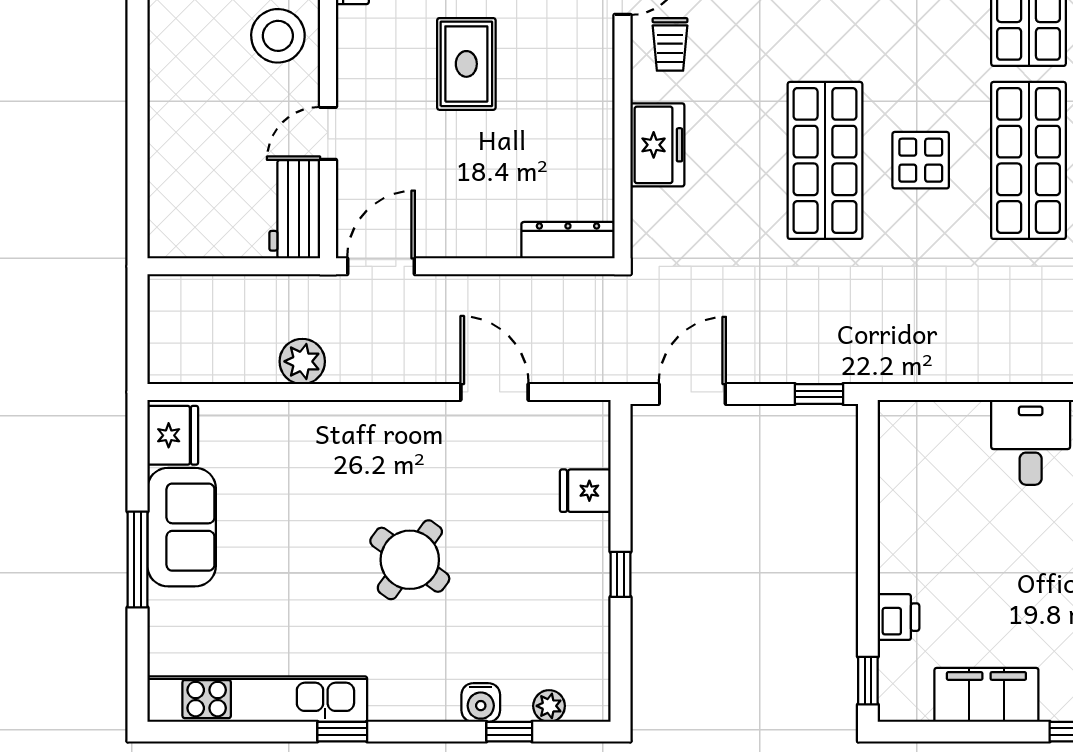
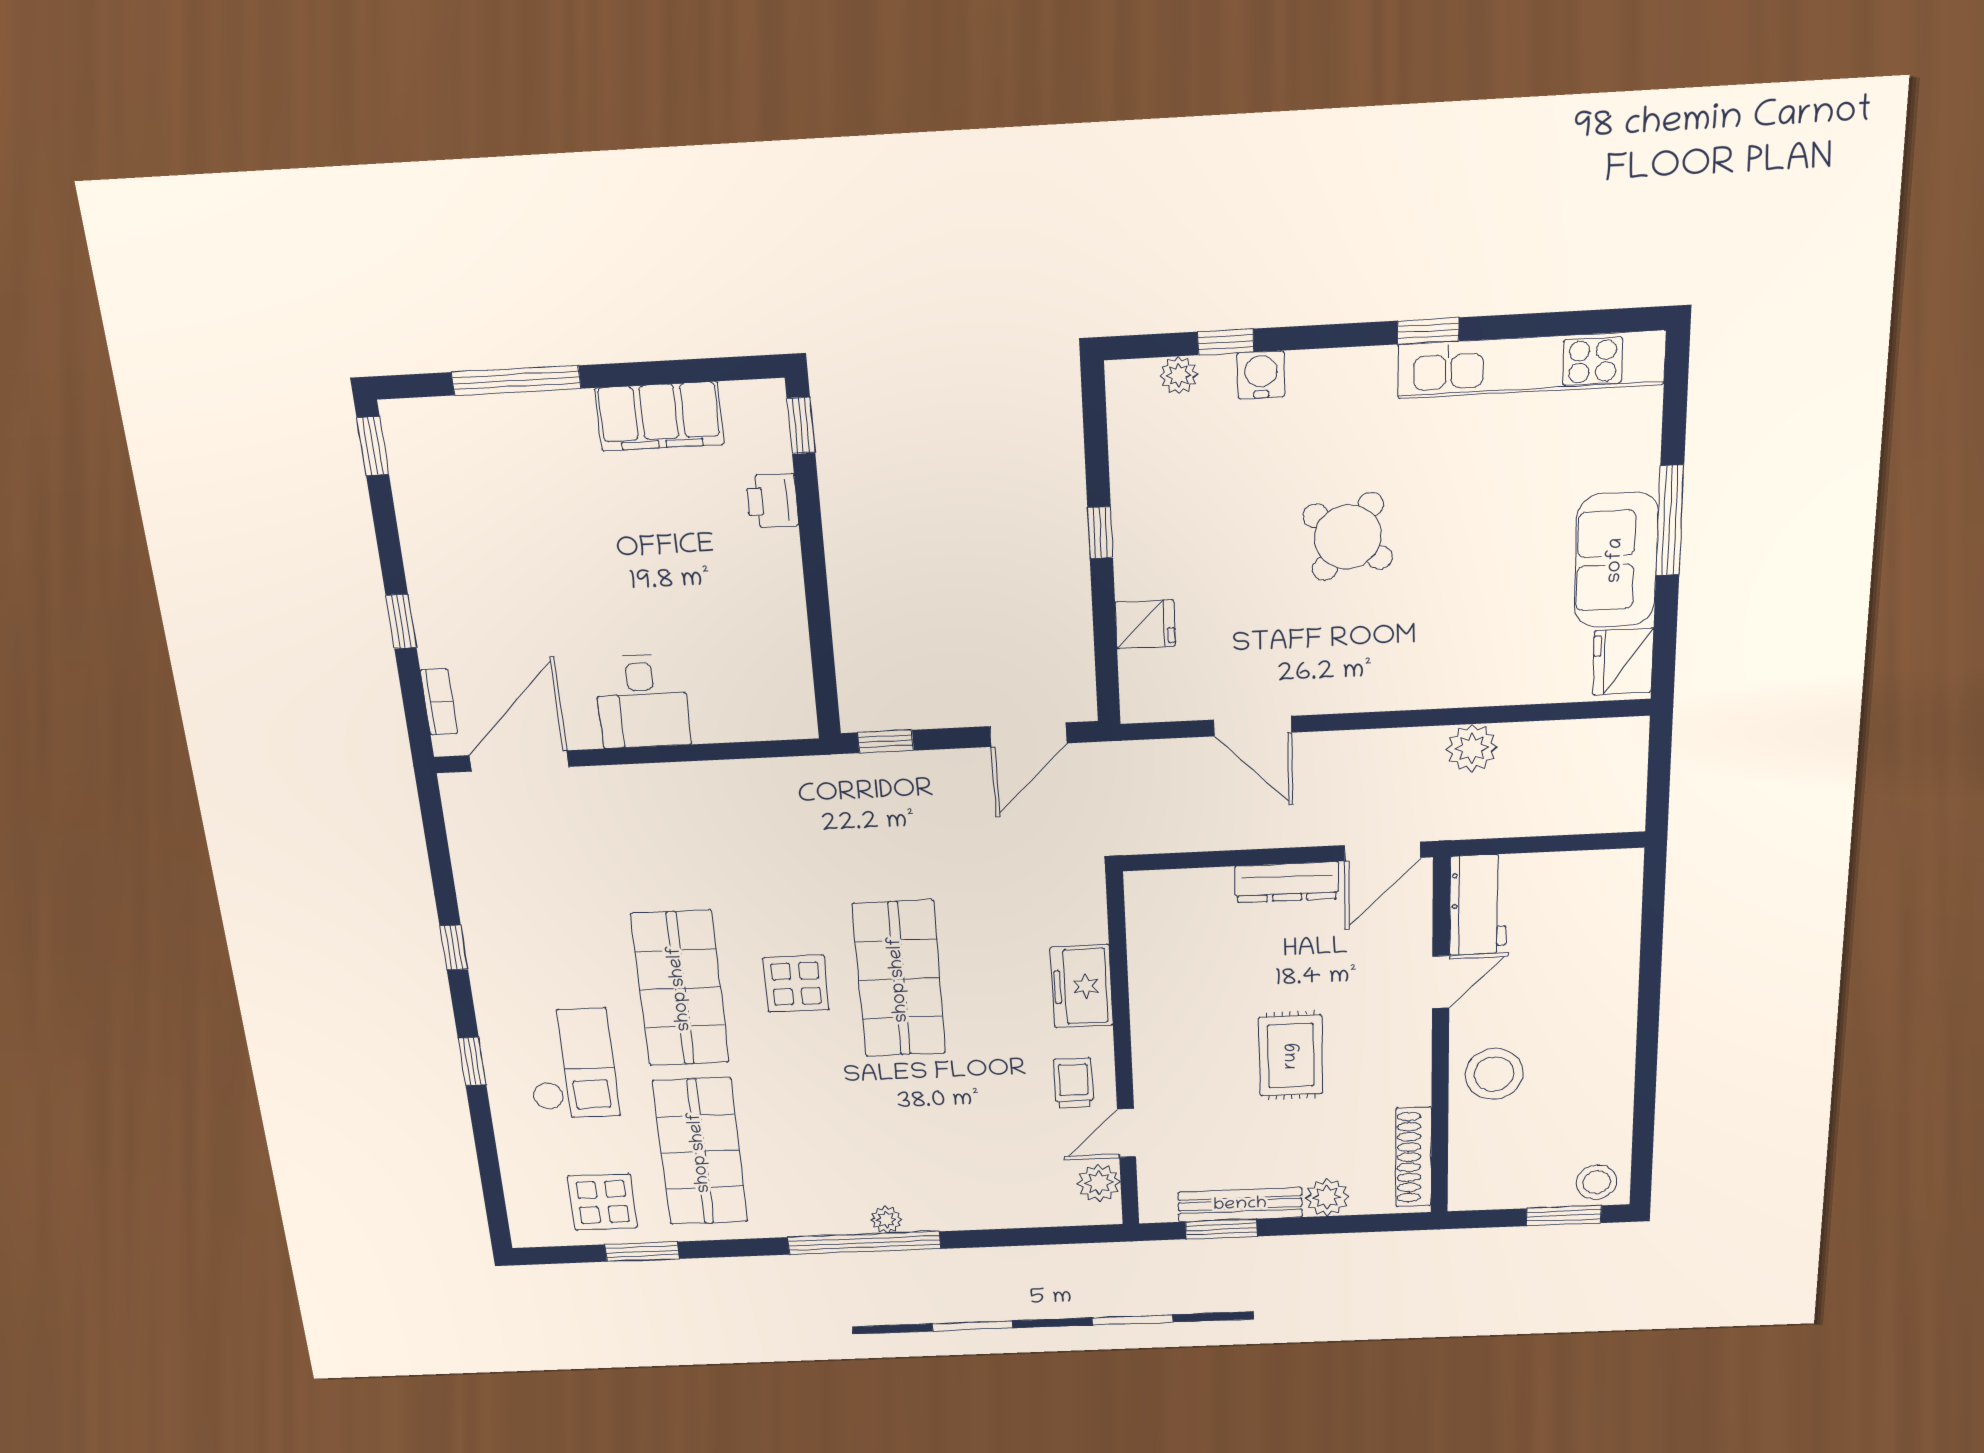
dresser: (568, 240) -> (1287, 882), moved

